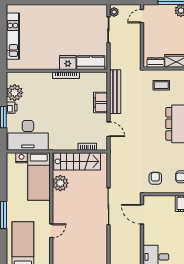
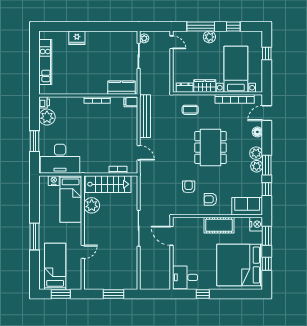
door: (142, 16) -> (171, 42), swing flipped
fridge: (68, 63) -> (77, 38), moved, turned 180
filing cabinet: (100, 102) -> (131, 102), moved, width x0.50
printer: (12, 108) -> (44, 102), moved
armchair: (155, 178) -> (189, 187), moved

